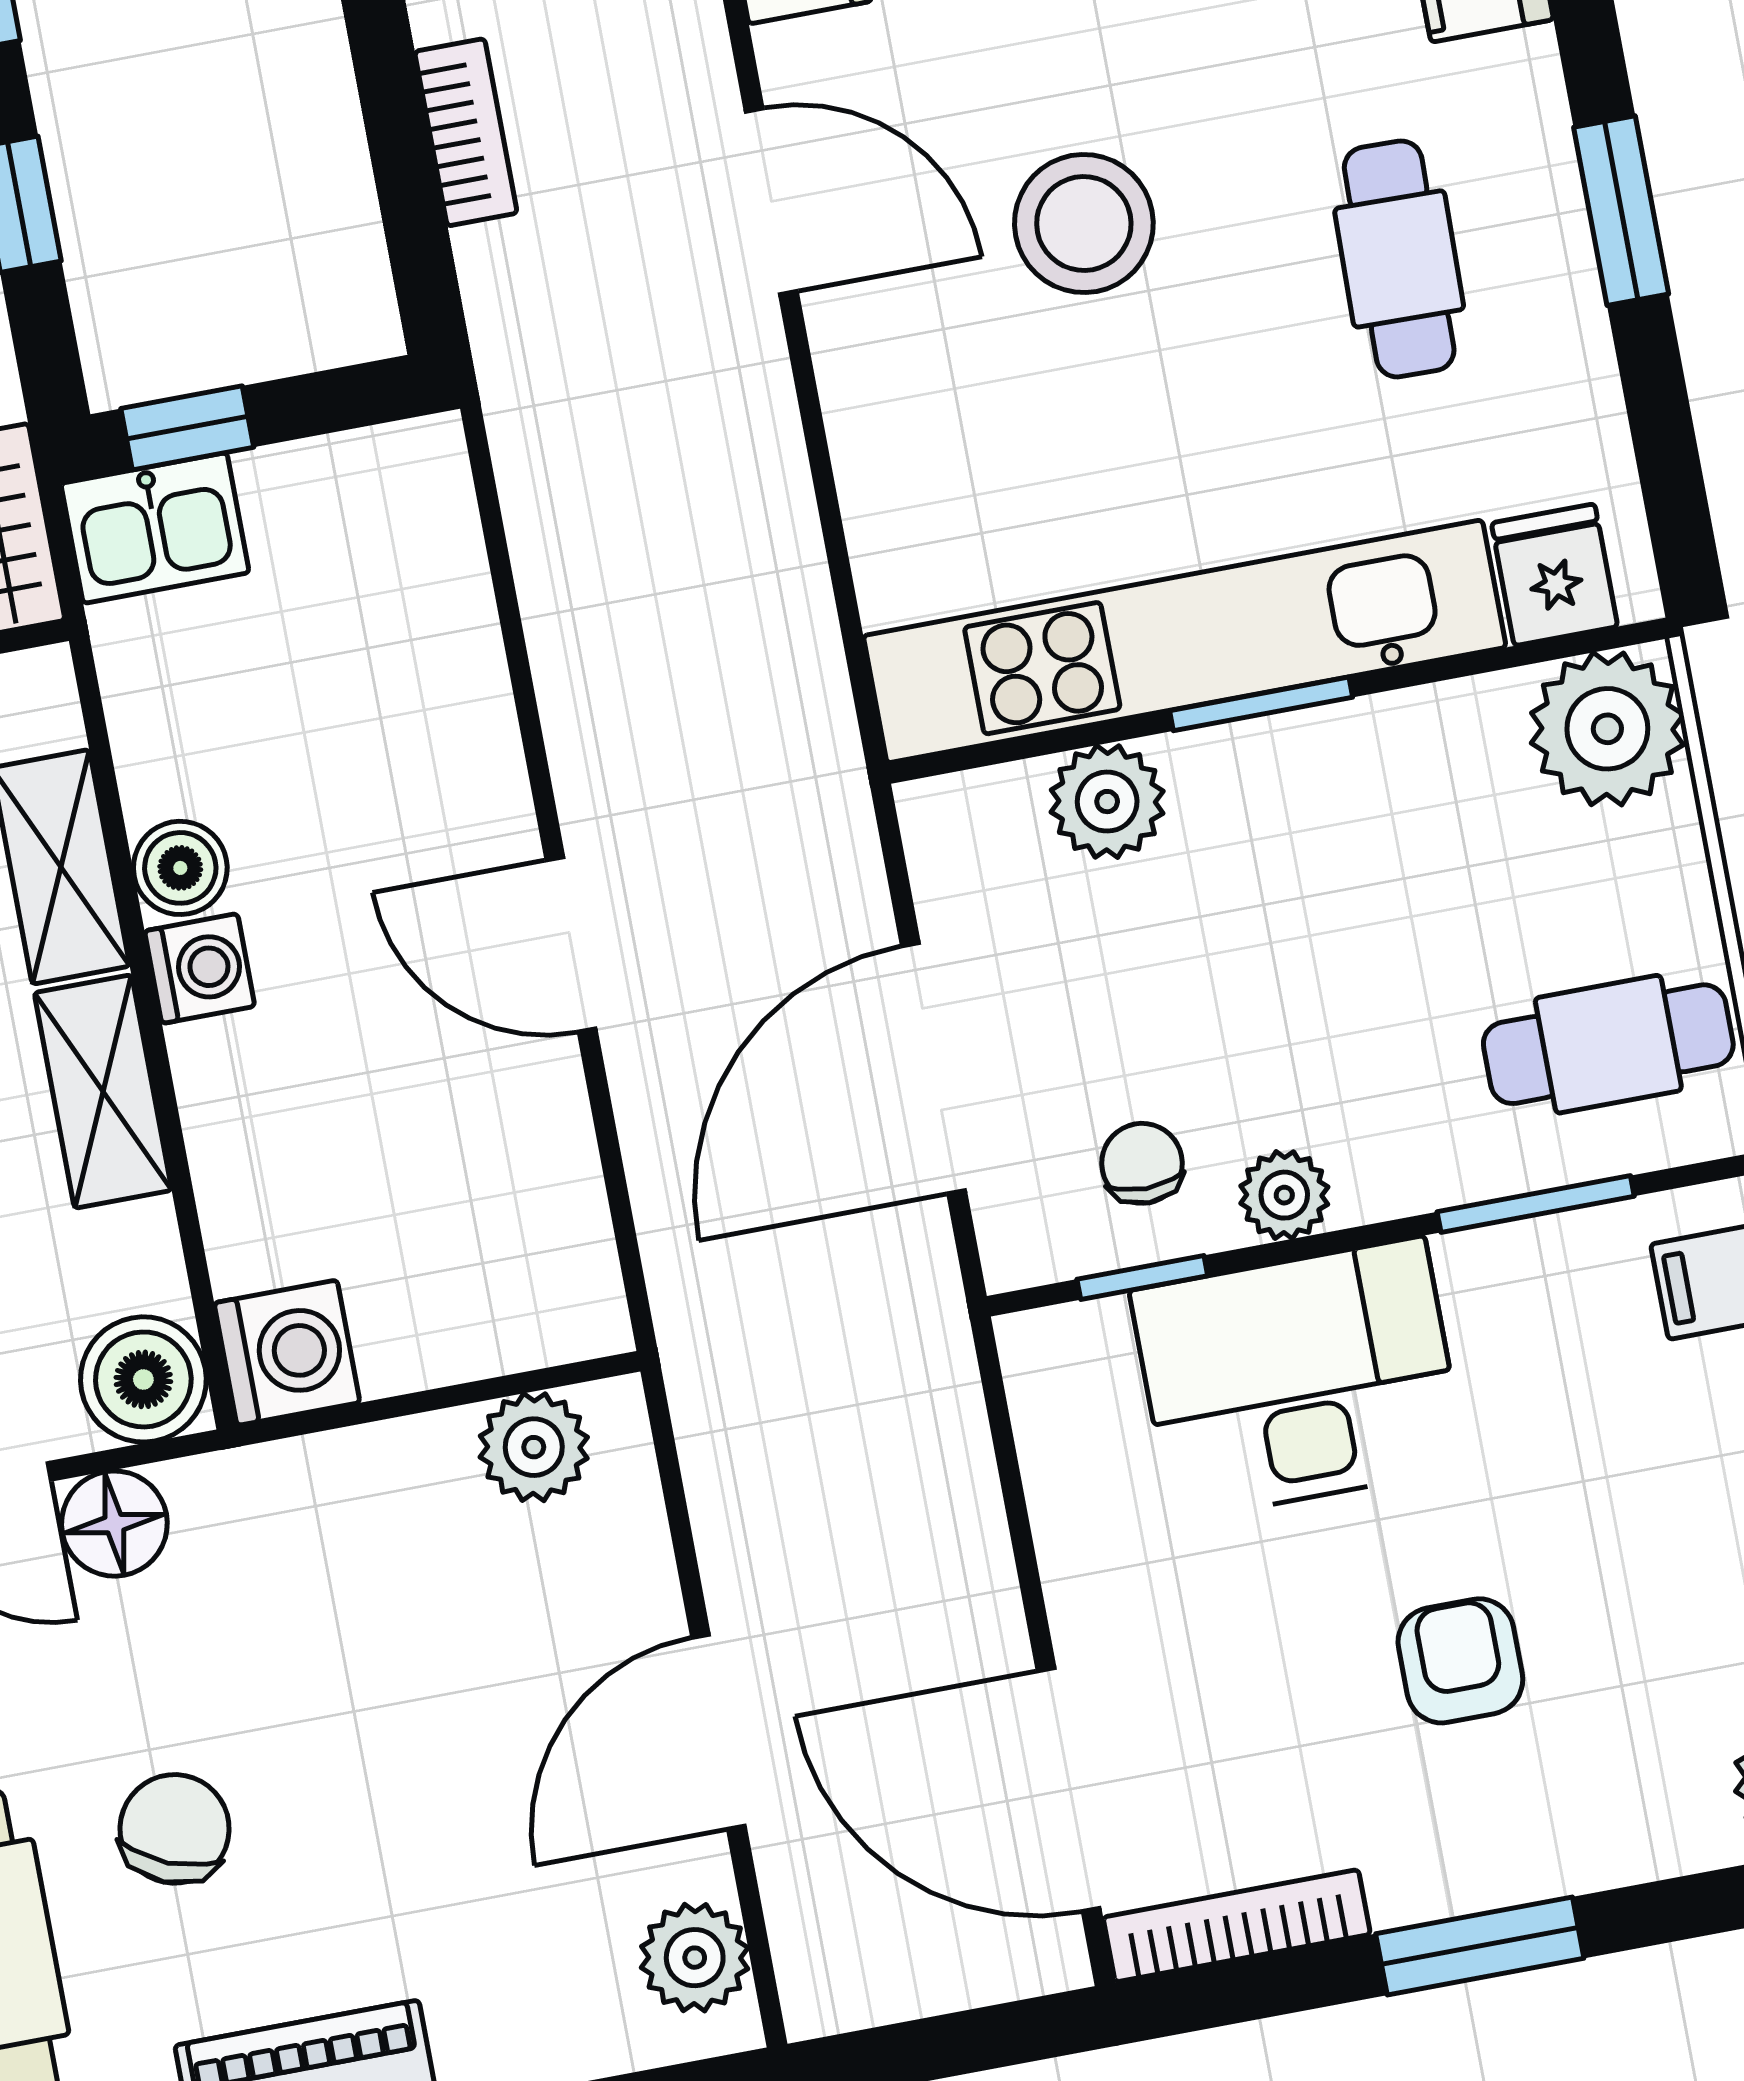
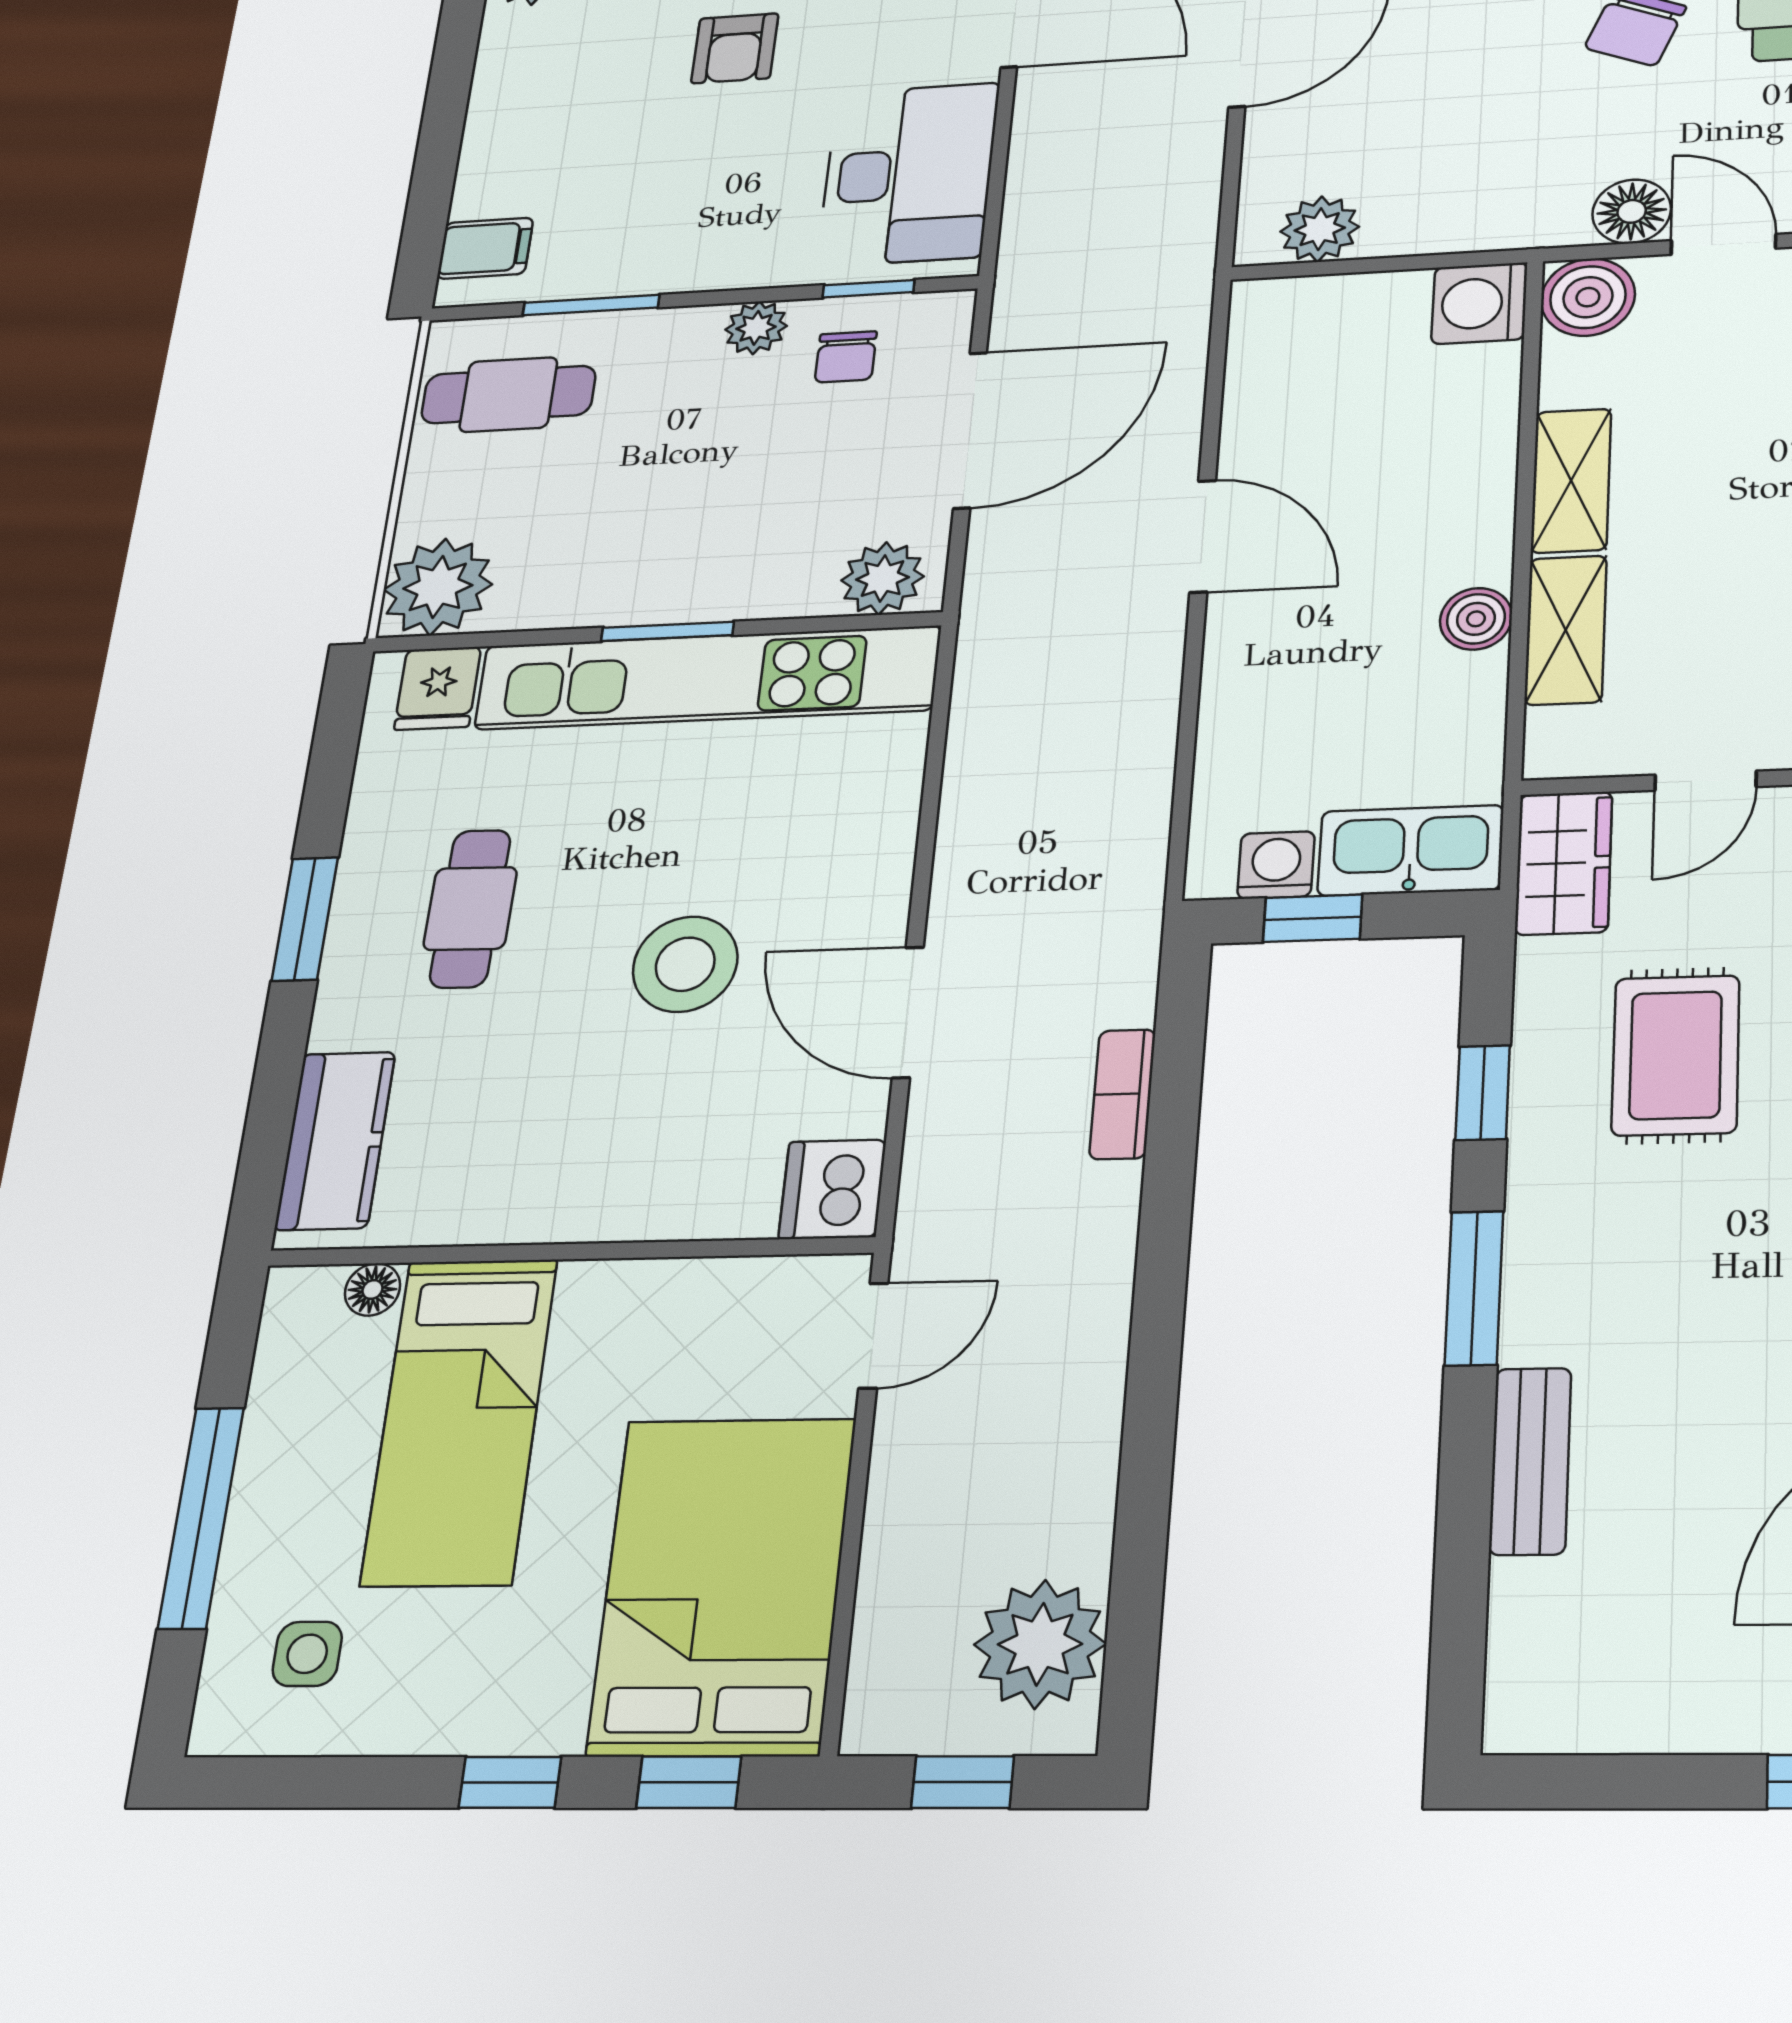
window: (187, 428) -> (1313, 918), moved
kitchen sink: (155, 528) -> (1411, 850), width x1.38
plant: (1107, 802) -> (882, 578), moved
washing machine: (200, 969) -> (1276, 865), moved, turned 90
desk: (1298, 1379) -> (908, 174), moved, turned -90

